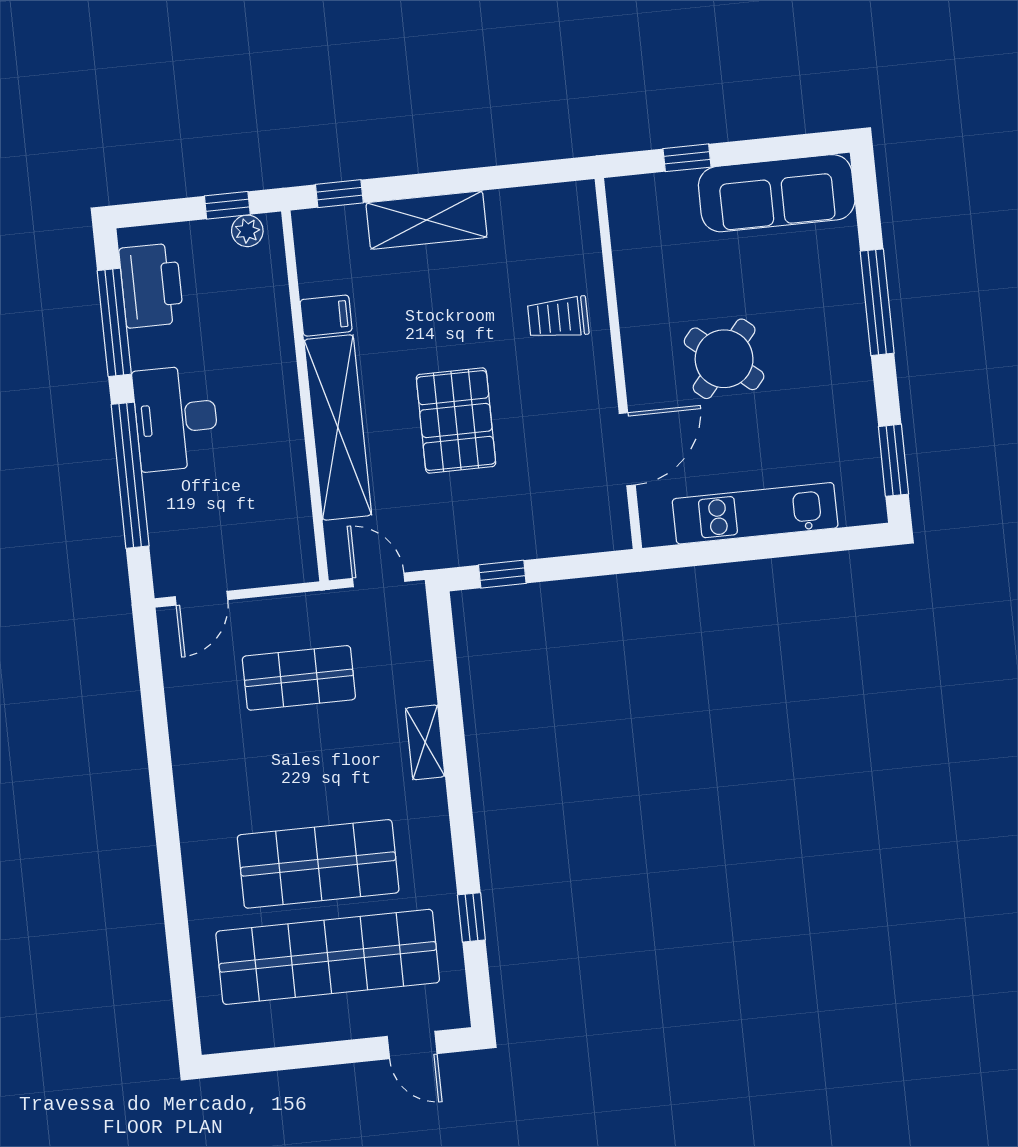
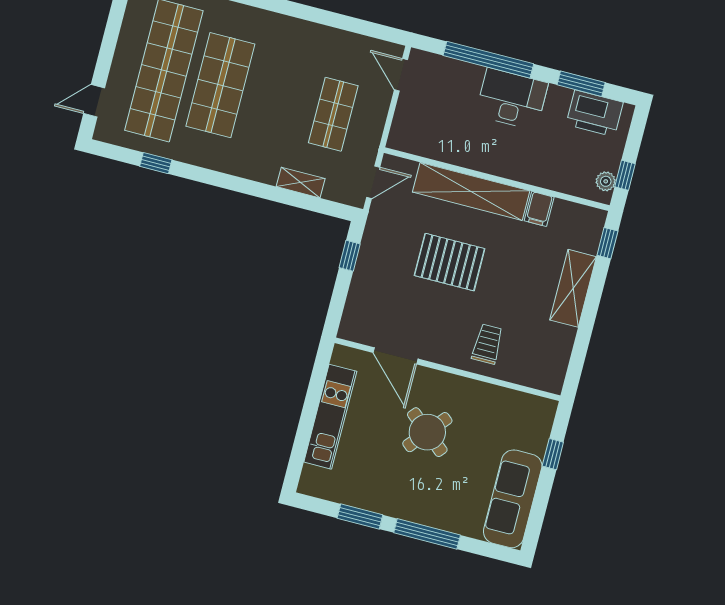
window: (114, 322) -> (581, 84), width x0.69
window: (893, 460) -> (360, 516), moved
shelving: (425, 742) -> (301, 183), moved

